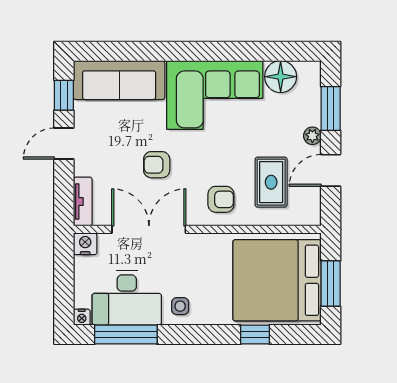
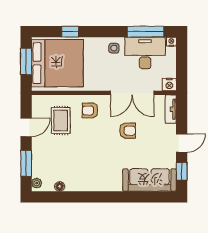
floor lamp: (281, 77) -> (60, 186), width x0.53, depth x0.53
corner sofa: (215, 95) -> (94, 171), removed
plant: (312, 136) -> (37, 183), moved

